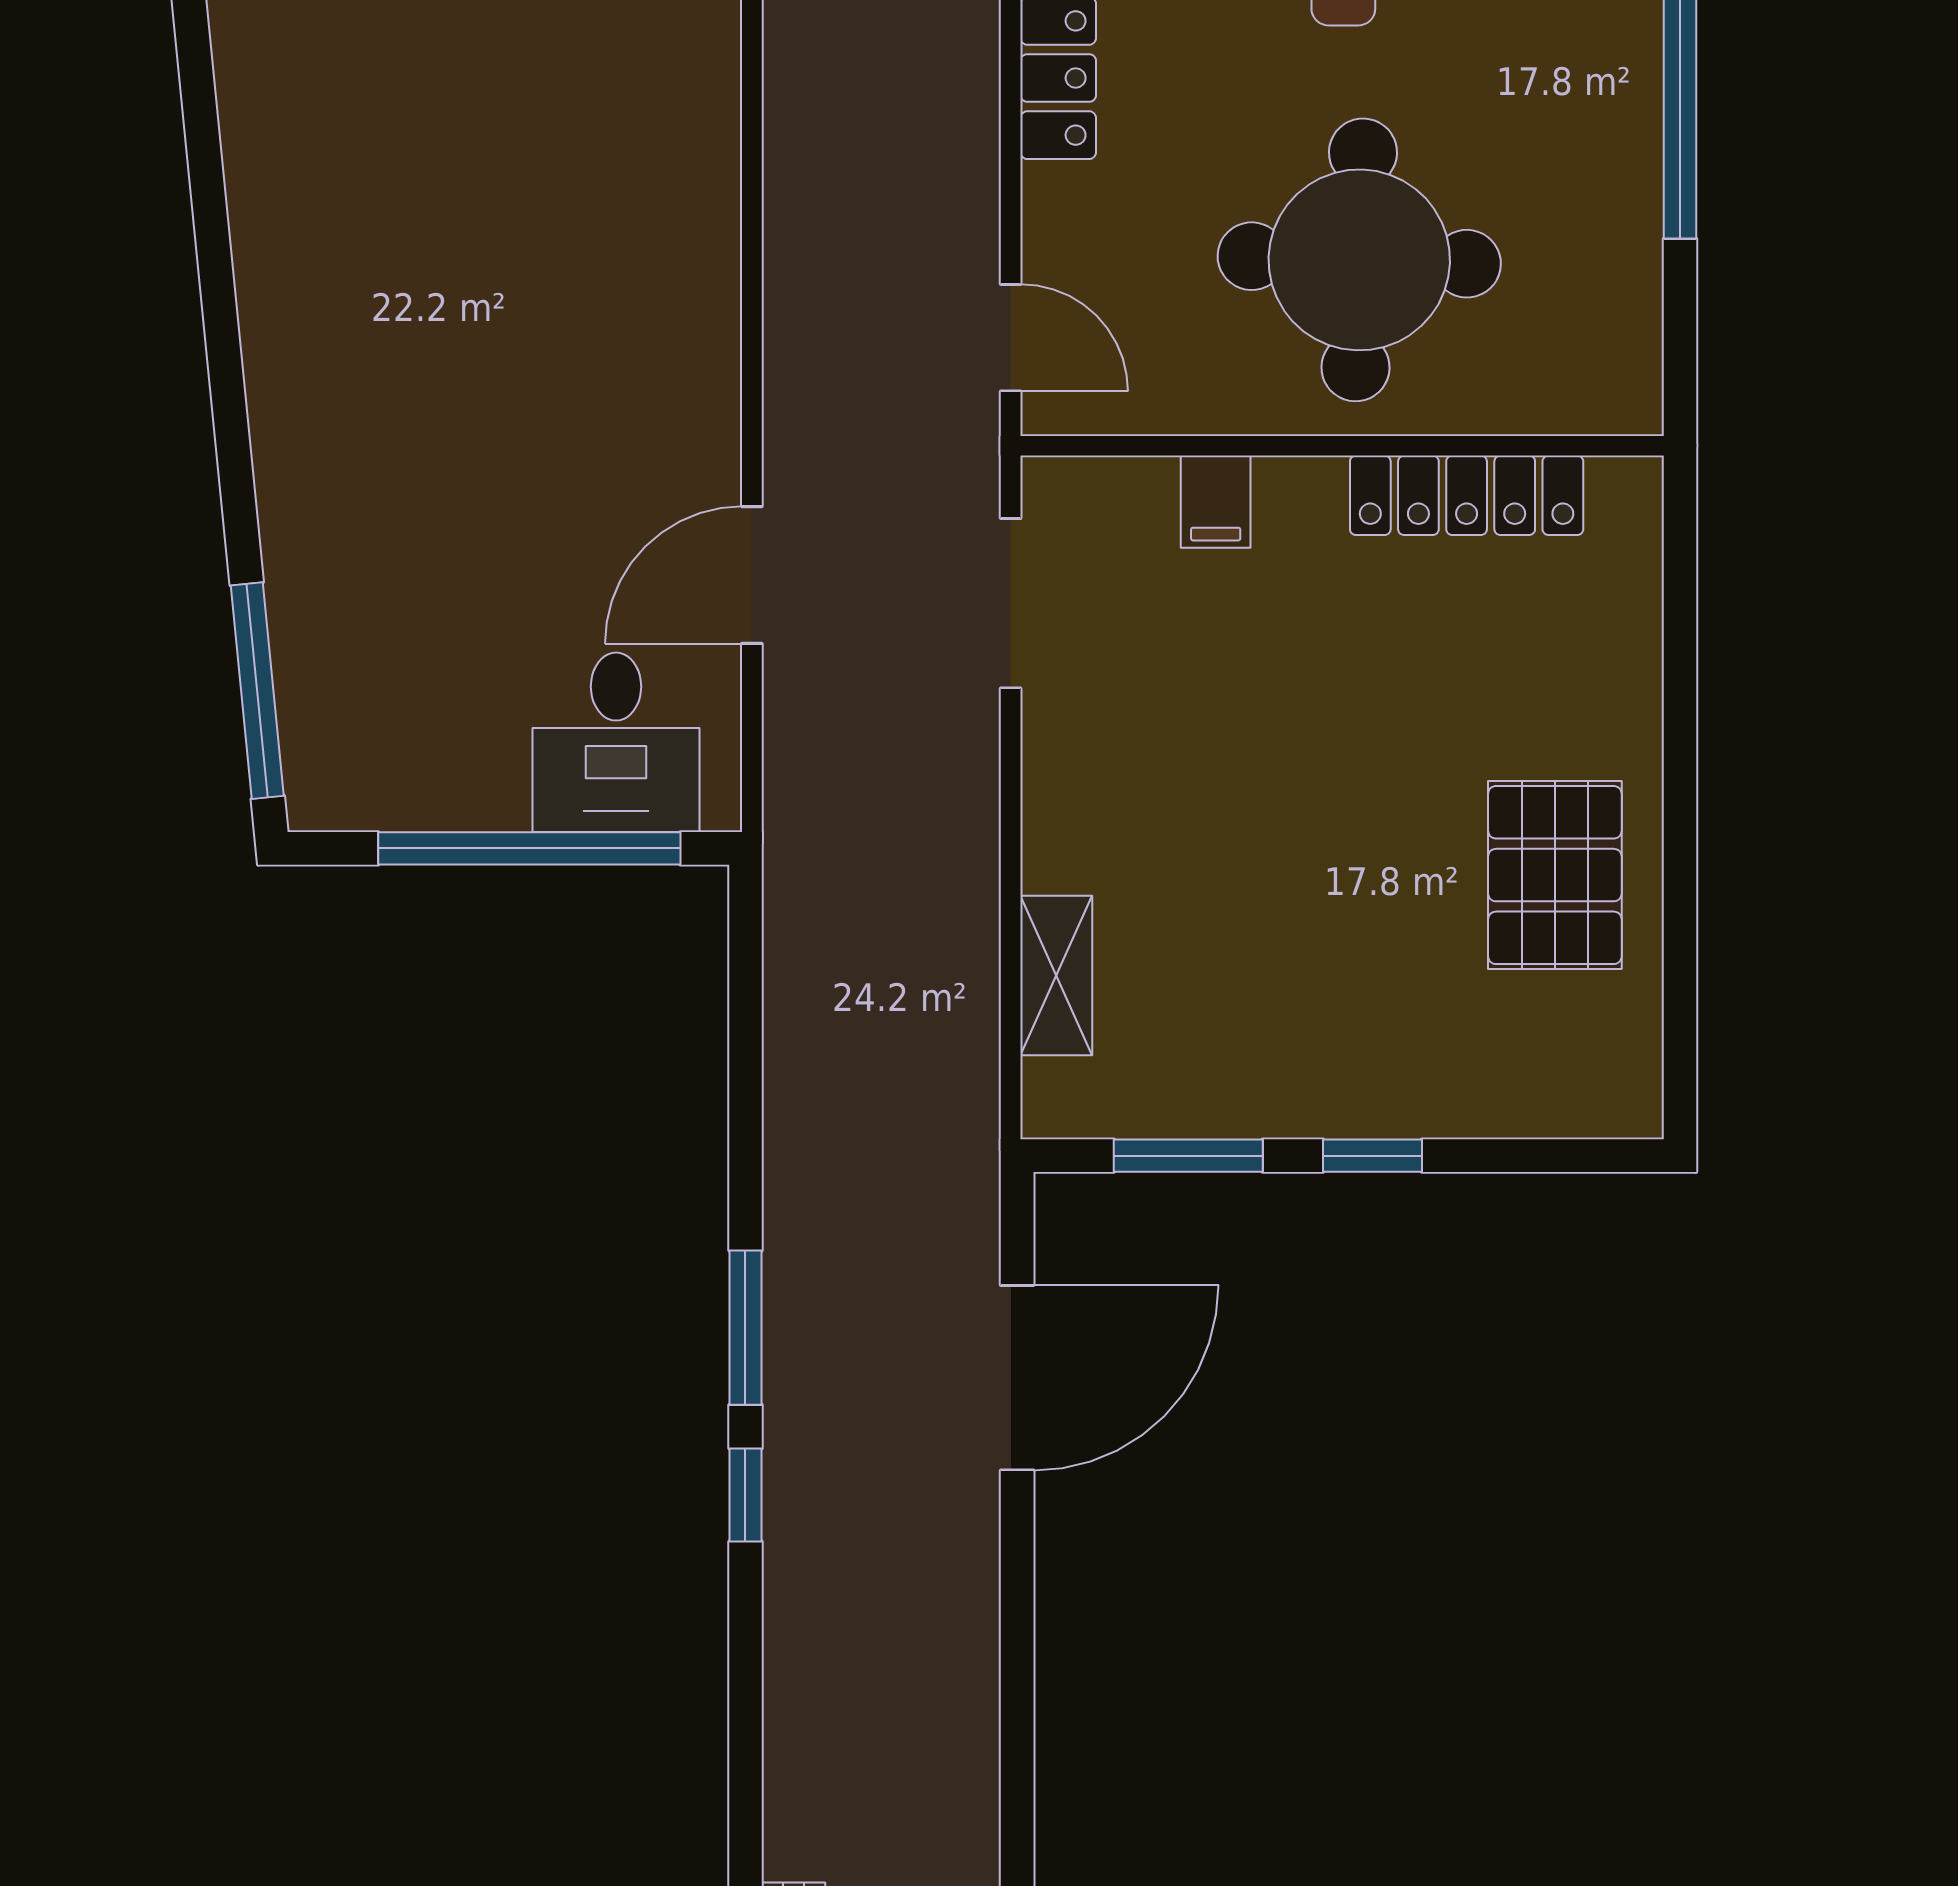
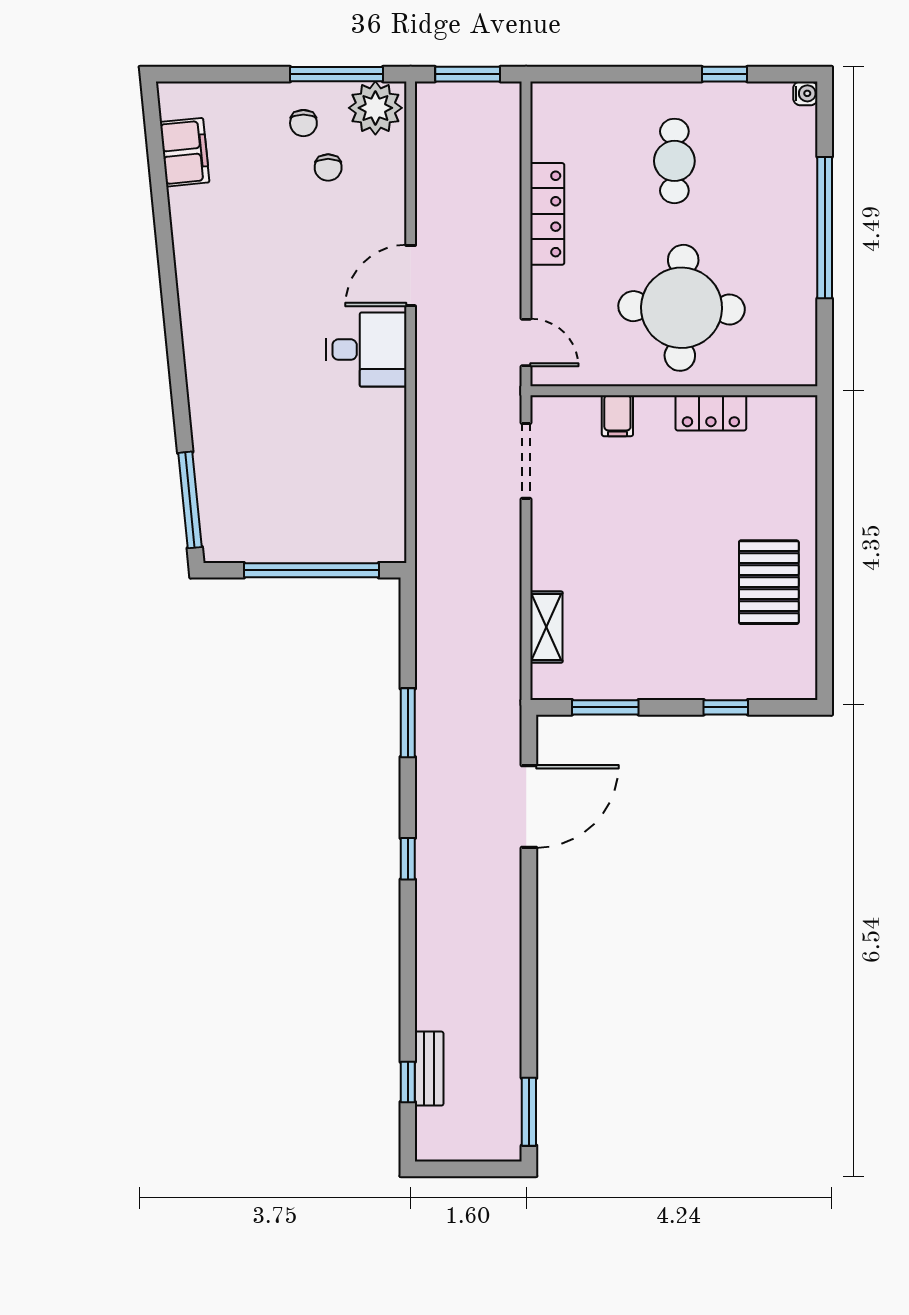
locker: (1467, 495) -> (711, 413), width x0.66
door: (752, 575) -> (411, 276), moved
desk: (616, 742) -> (366, 350), moved, turned -90
window: (1373, 1156) -> (726, 707), moved
window: (745, 1328) -> (408, 723), moved

